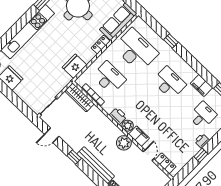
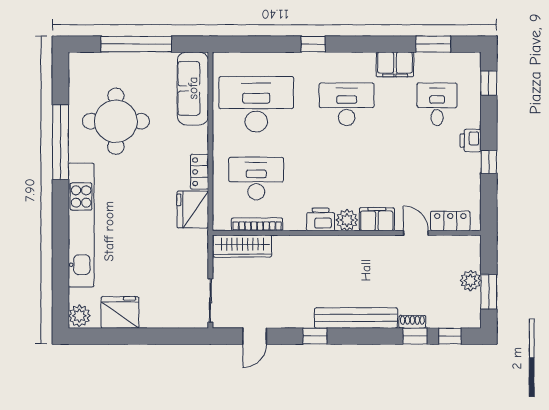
window: (171, 41) -> (313, 44), moved
locker: (101, 45) -> (200, 172), moved
plant: (124, 143) -> (365, 249), removed

